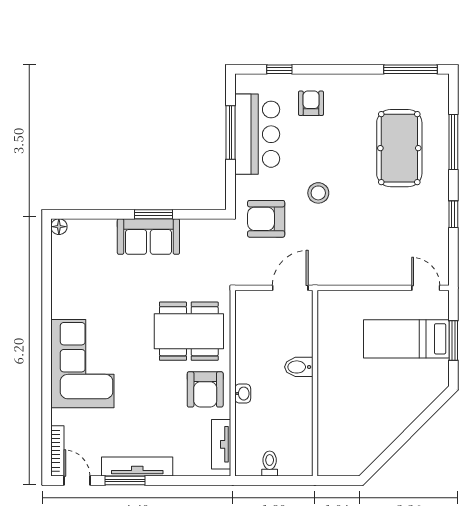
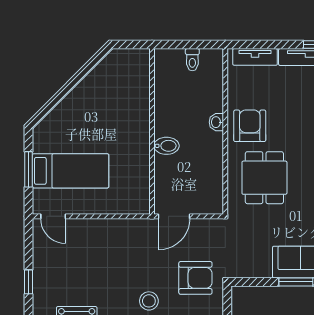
dining table: (189, 331) -> (264, 178), width x0.73
tv unit: (221, 444) -> (255, 57), moved, turned 90

